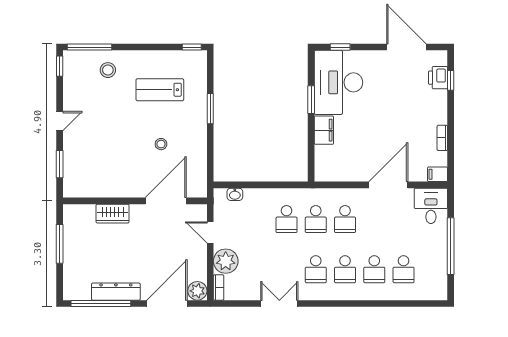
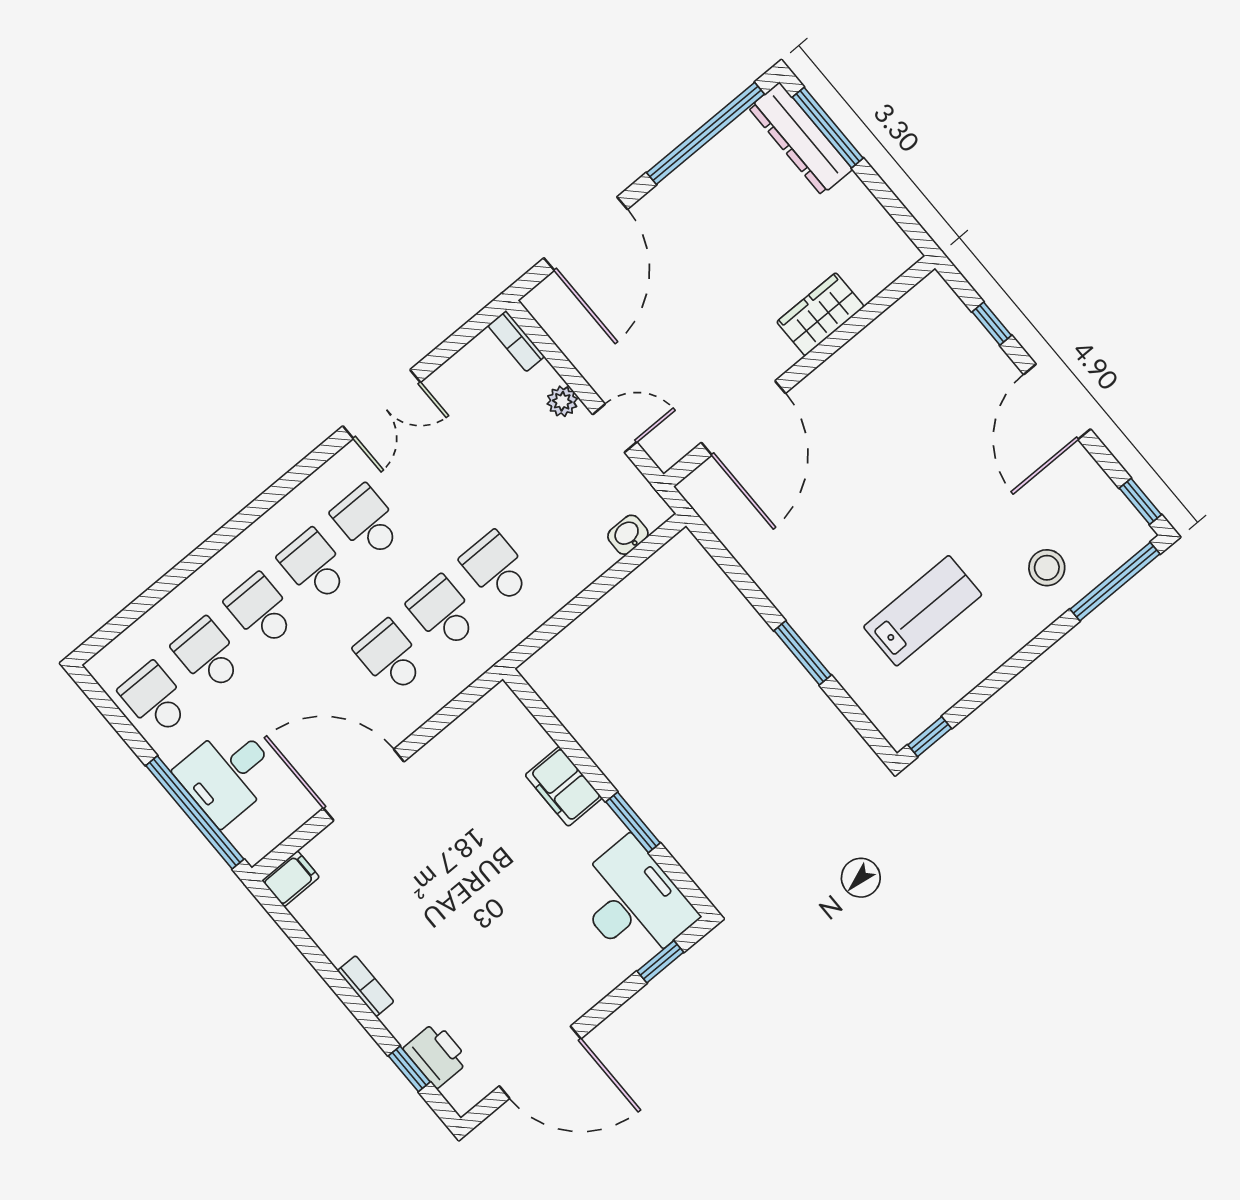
desk: (338, 82) -> (633, 902), width x0.73, depth x0.77
door: (60, 121) -> (1057, 402), width x1.87
bookcase: (442, 138) -> (366, 986), moved
stool: (161, 144) -> (838, 514), removed
window: (60, 164) -> (992, 324), width x0.67
door: (388, 185) -> (364, 785), swing flipped
desk: (431, 206) -> (227, 774), moved, turned 90
window: (60, 244) -> (828, 128), moved
window: (451, 246) -> (195, 812), moved
plant: (226, 261) -> (562, 401), width x0.53, depth x0.53
school desk: (433, 269) -> (155, 699), added
plant: (197, 291) -> (550, 303), removed
dresser: (116, 292) -> (800, 139), moved, turned 90

